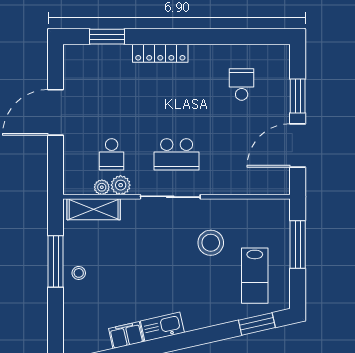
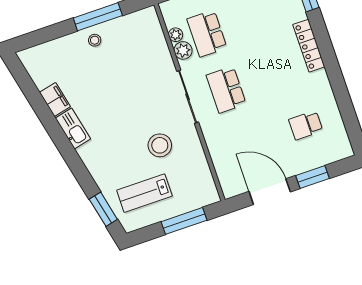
school desk: (242, 85) -> (306, 125), turned 180
school desk: (112, 154) -> (207, 33), width x1.85
shelving: (94, 209) -> (154, 34), removed

